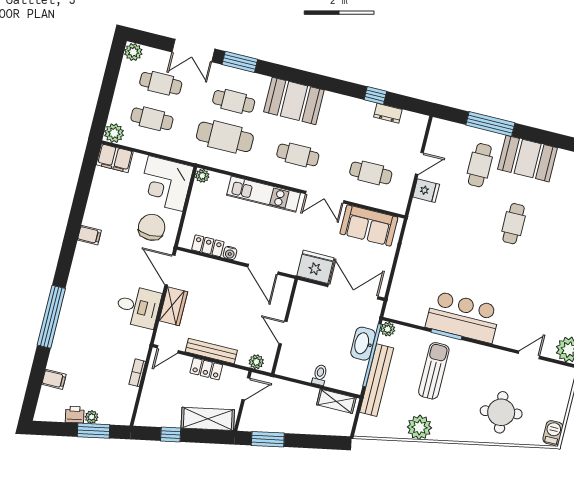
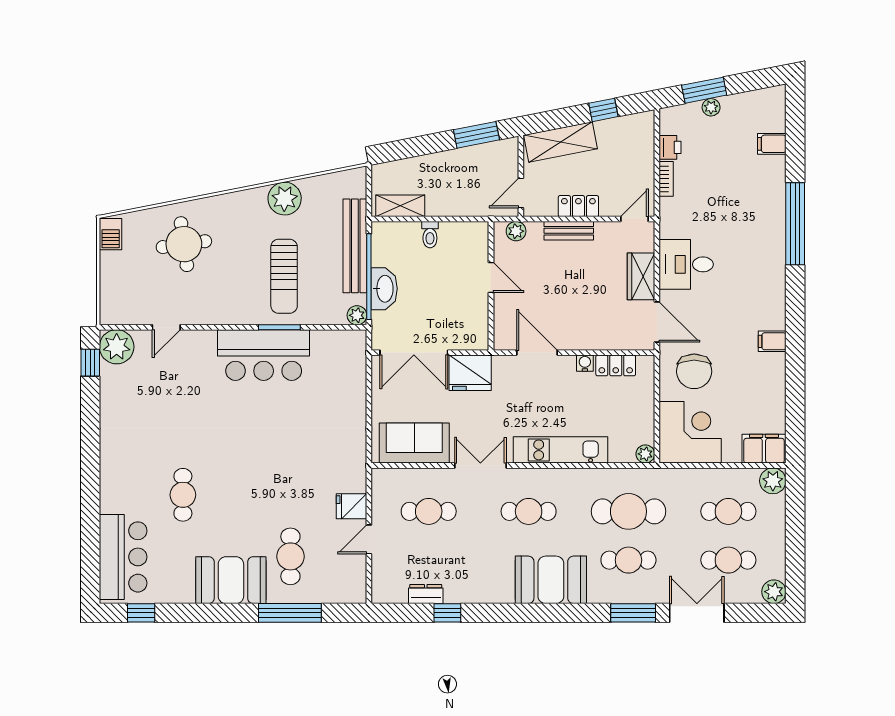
cafe table: (514, 224) -> (183, 495), moved
bench: (211, 351) -> (569, 231), width x0.73
printer: (75, 415) -> (670, 147), moved, turned -79

